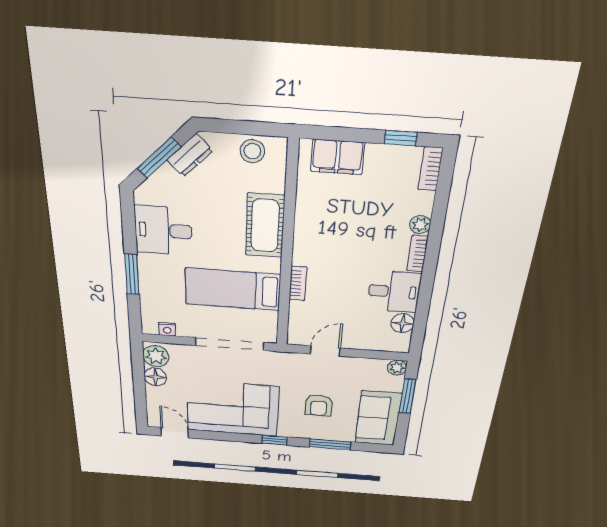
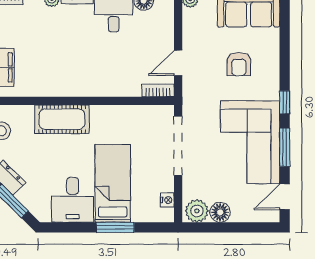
bookcase: (298, 283) -> (158, 90), moved
bed: (233, 289) -> (113, 183), moved, turned 180
door: (325, 351) -> (178, 63), hinge flipped
armchair: (319, 405) -> (239, 64), turned 90
window: (330, 444) -> (285, 147), moved

